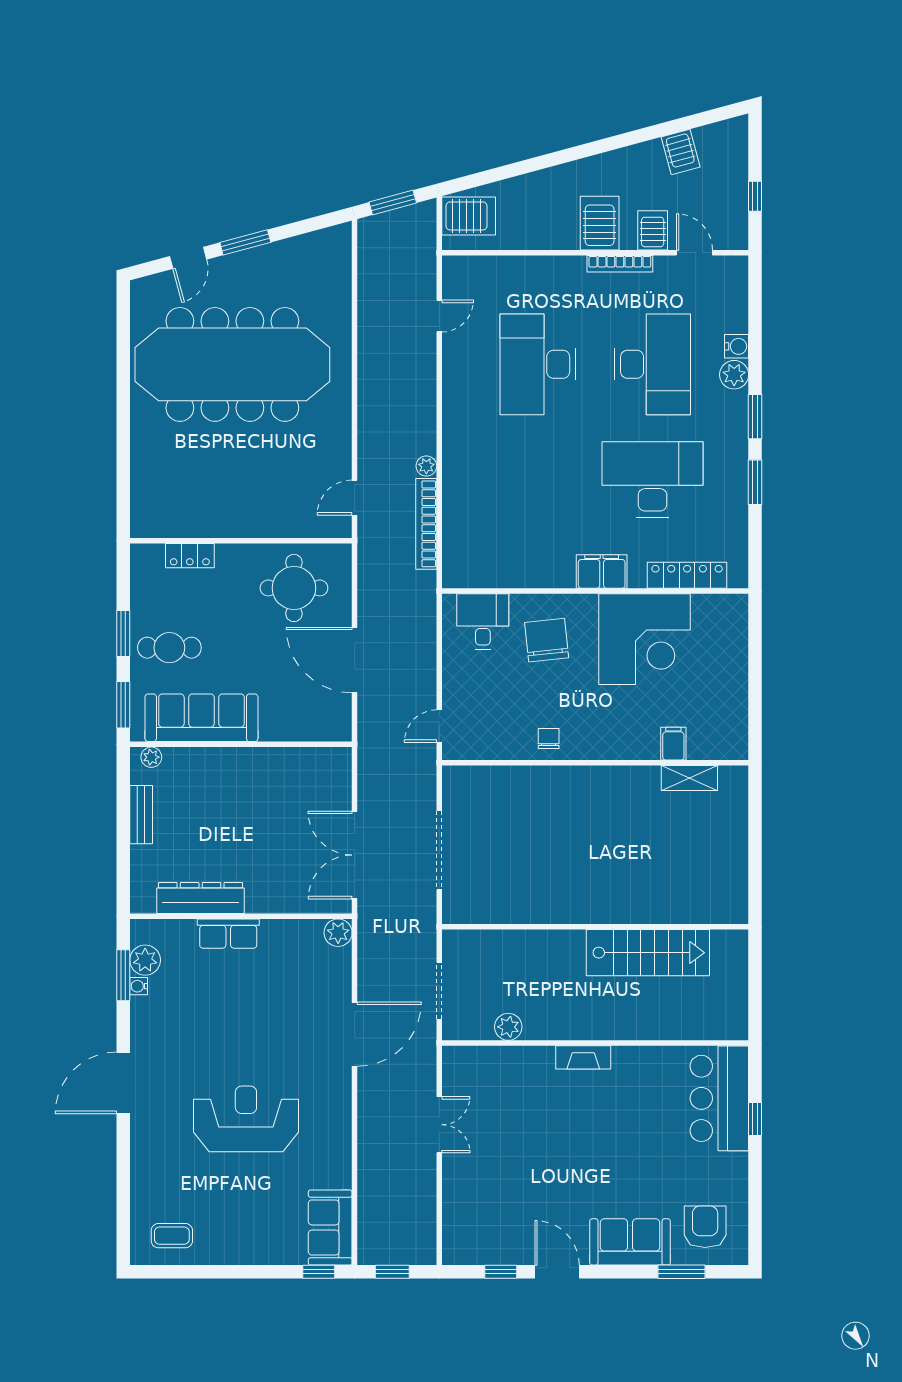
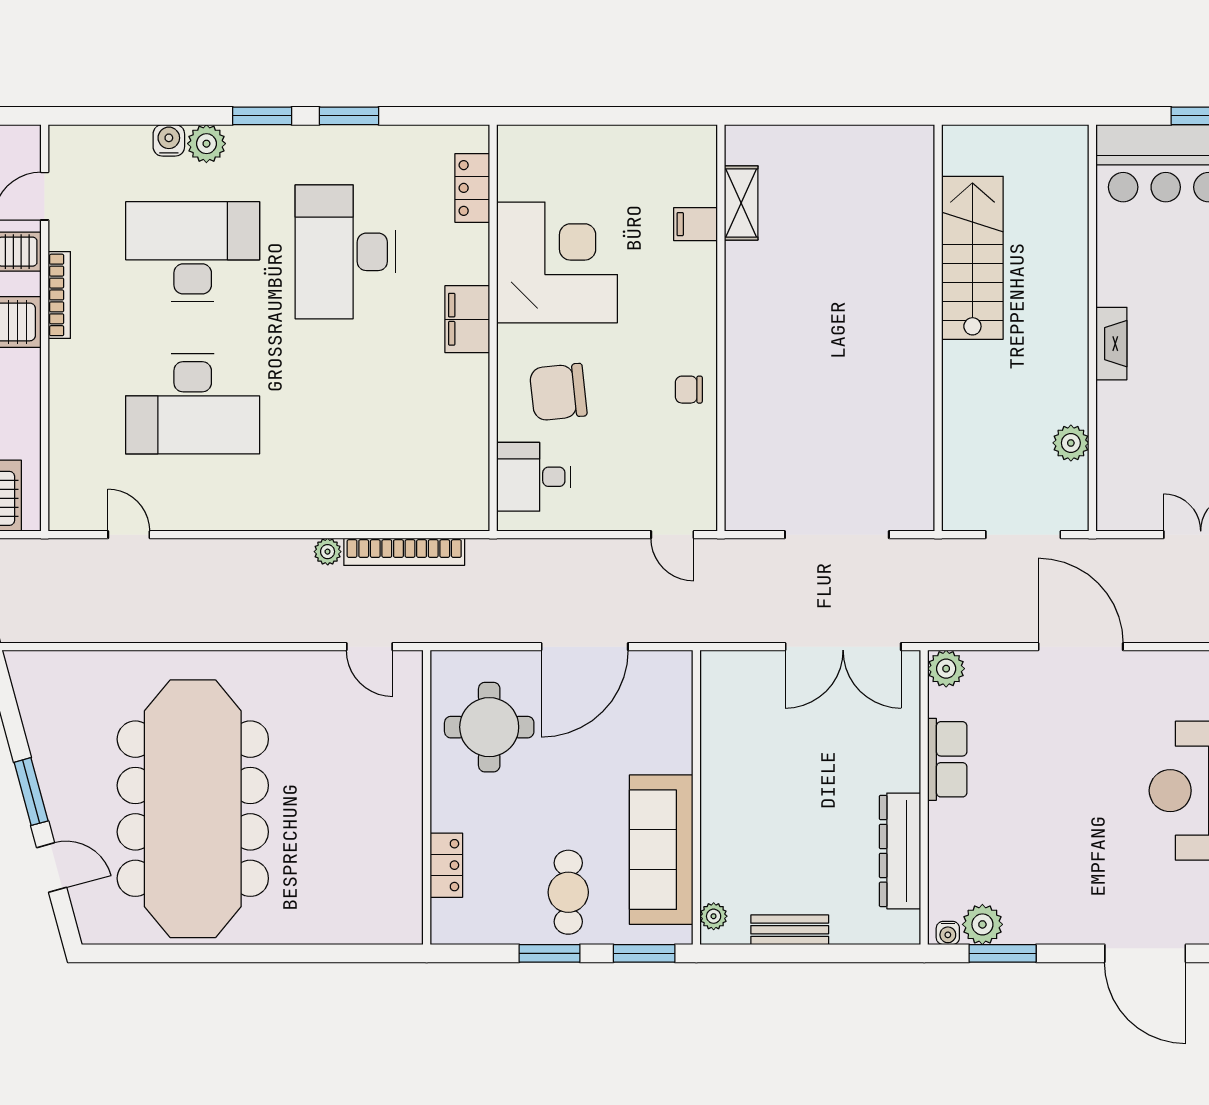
locker: (687, 575) -> (472, 188), width x0.66
row of seats: (228, 934) -> (947, 759), moved
water cooler: (139, 986) -> (948, 933), moved

